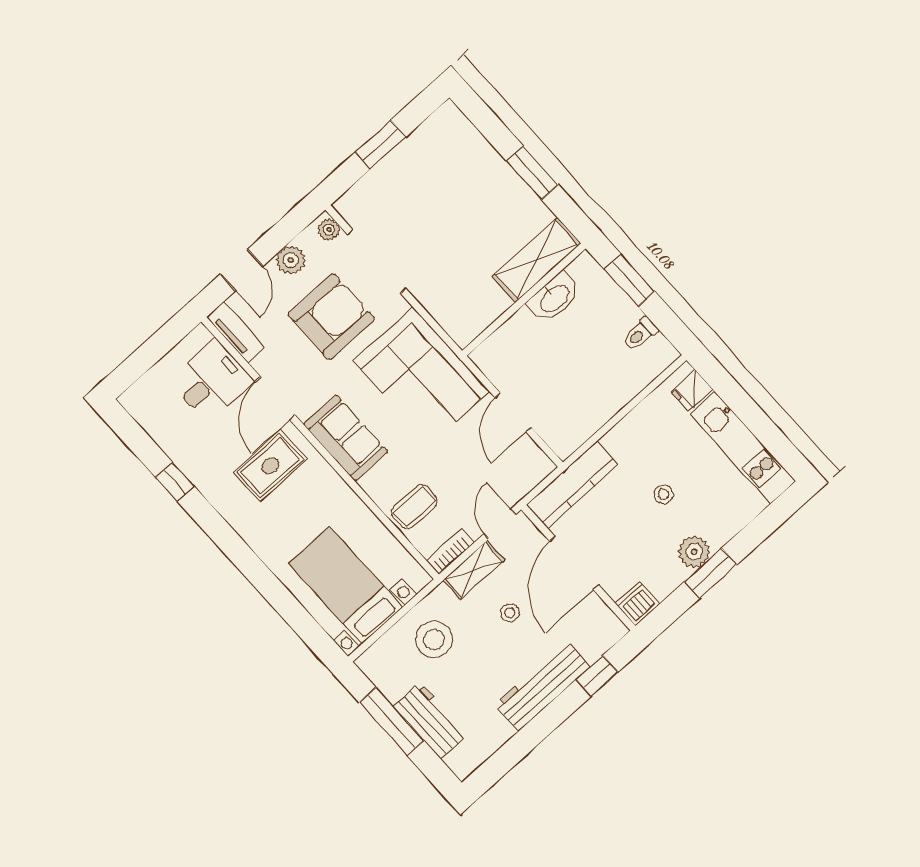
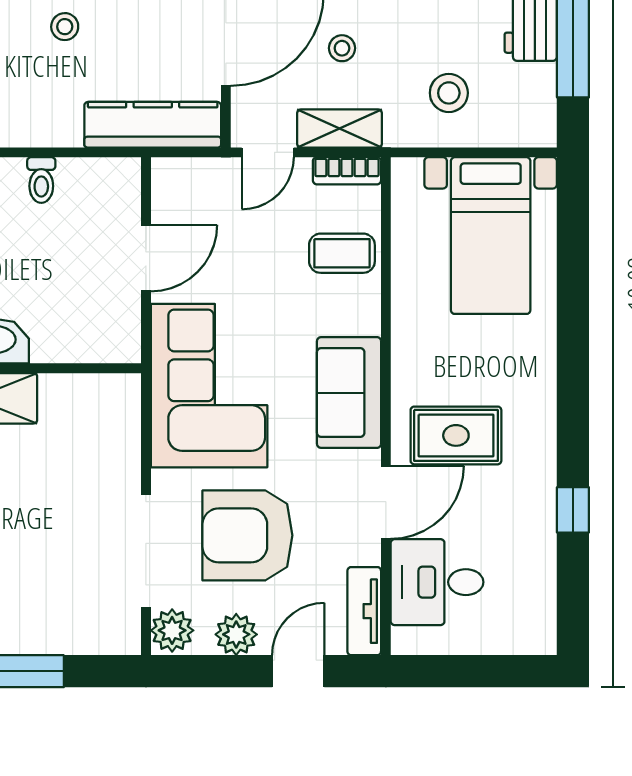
plant: (329, 230) -> (172, 630), width x1.38, depth x1.38
toilet: (604, 404) -> (41, 180), added
stool: (434, 639) -> (449, 93), width x0.73, depth x0.73

